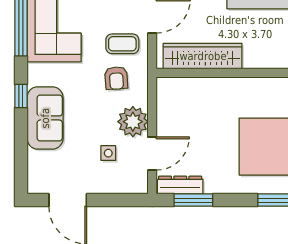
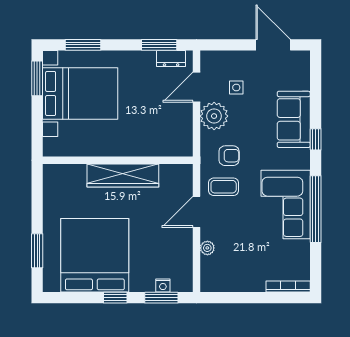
wardrobe: (203, 56) -> (123, 176), moved
armchair: (116, 78) -> (229, 156), turned 94
dresser: (180, 185) -> (171, 59), width x0.70

